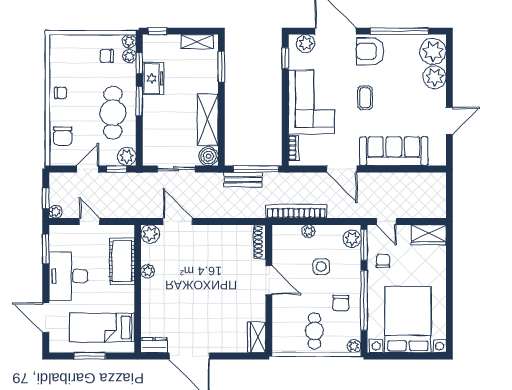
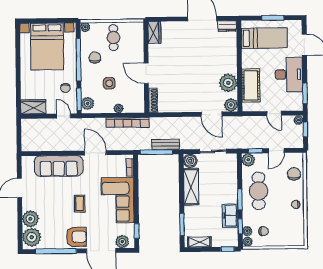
plant: (148, 271) -> (228, 83), width x1.87, depth x1.87

